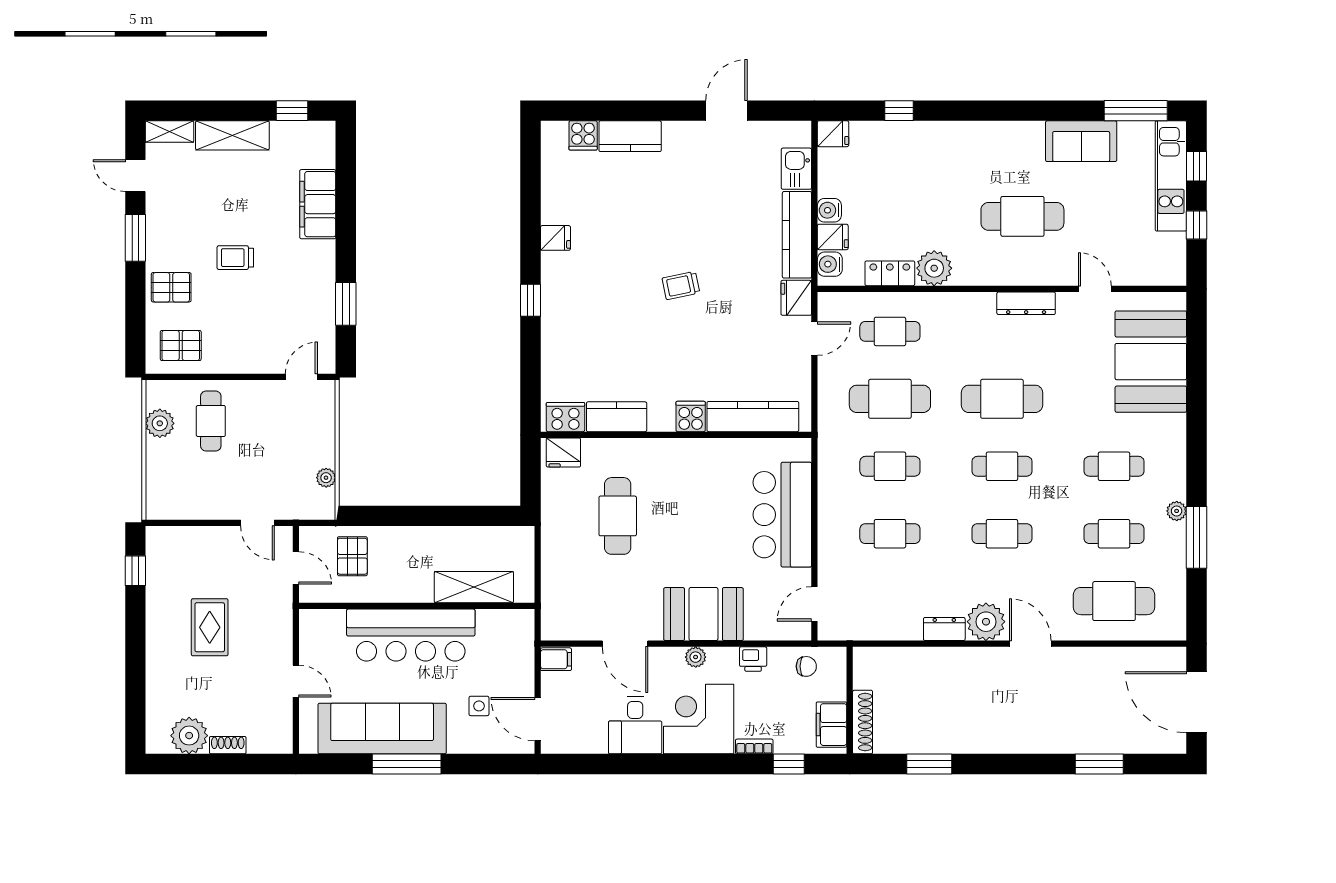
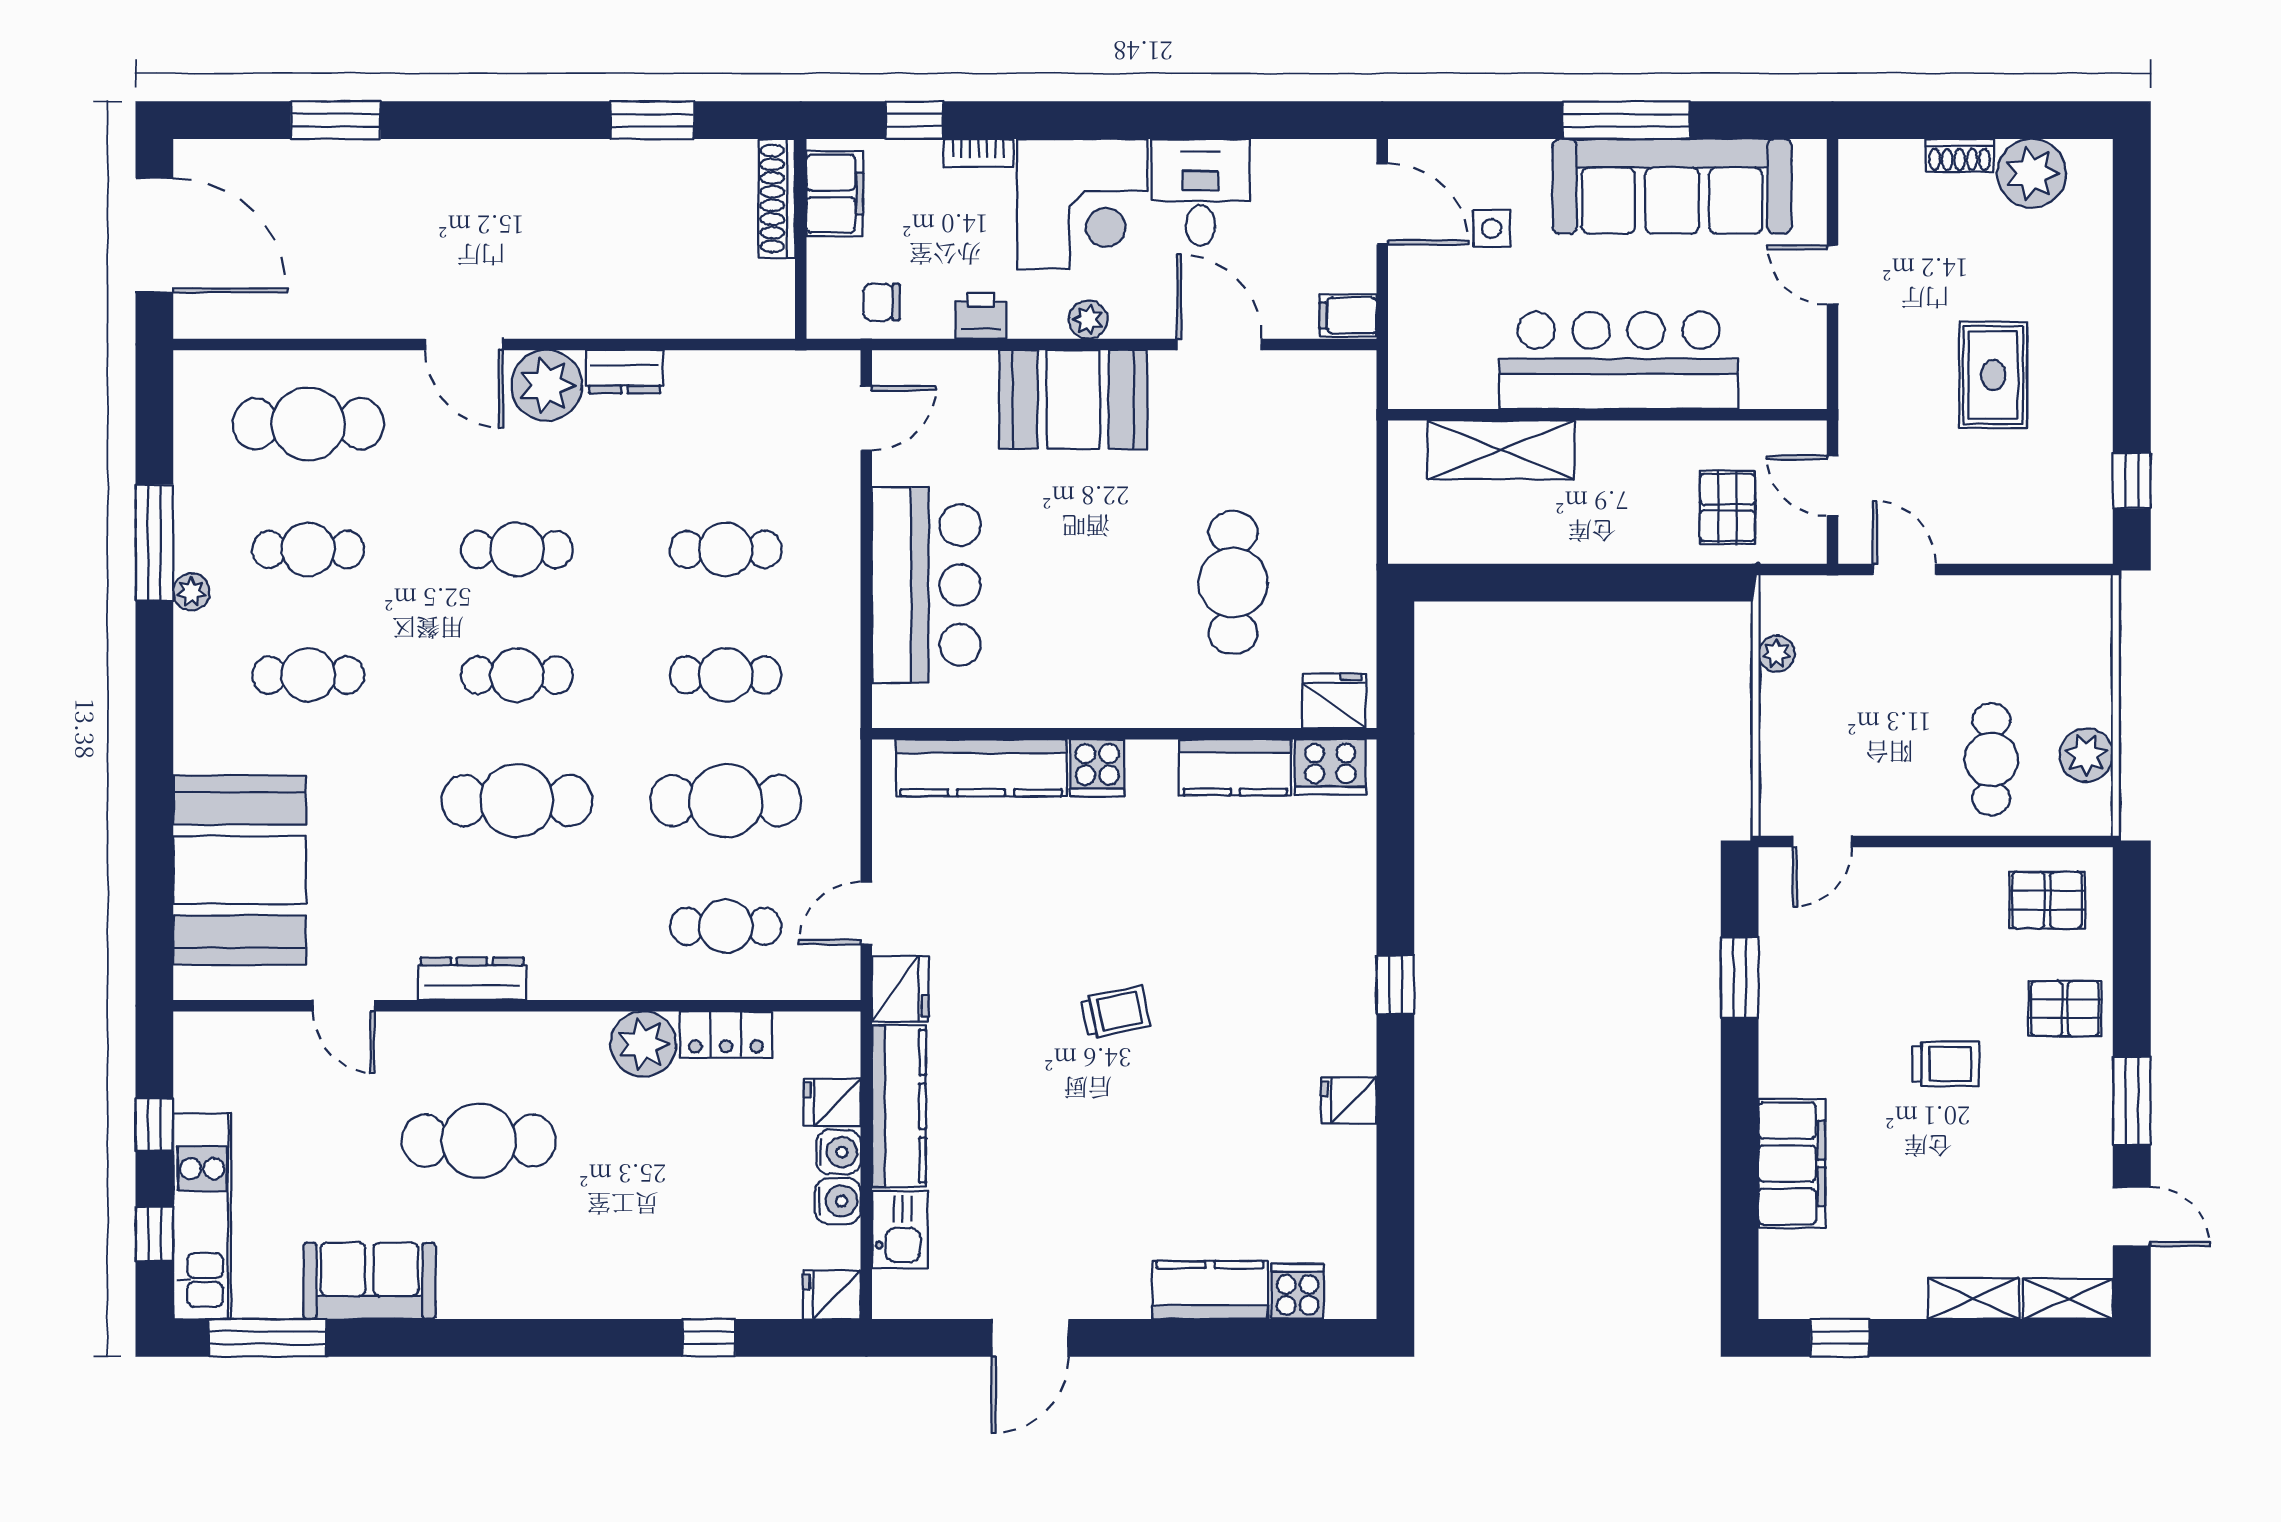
shelving: (232, 135) -> (1974, 1298), width x0.67, depth x0.75
water cooler: (830, 264) -> (838, 1201), moved

